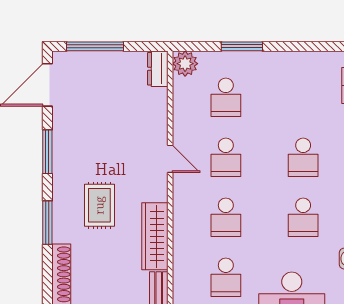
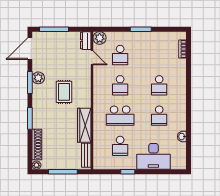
window: (242, 46) -> (141, 29), moved
plant: (64, 143) -> (38, 78), added
door: (170, 159) -> (92, 58), moved
rug: (99, 205) -> (64, 92), moved
school desk: (226, 217) -> (120, 116), width x1.85

